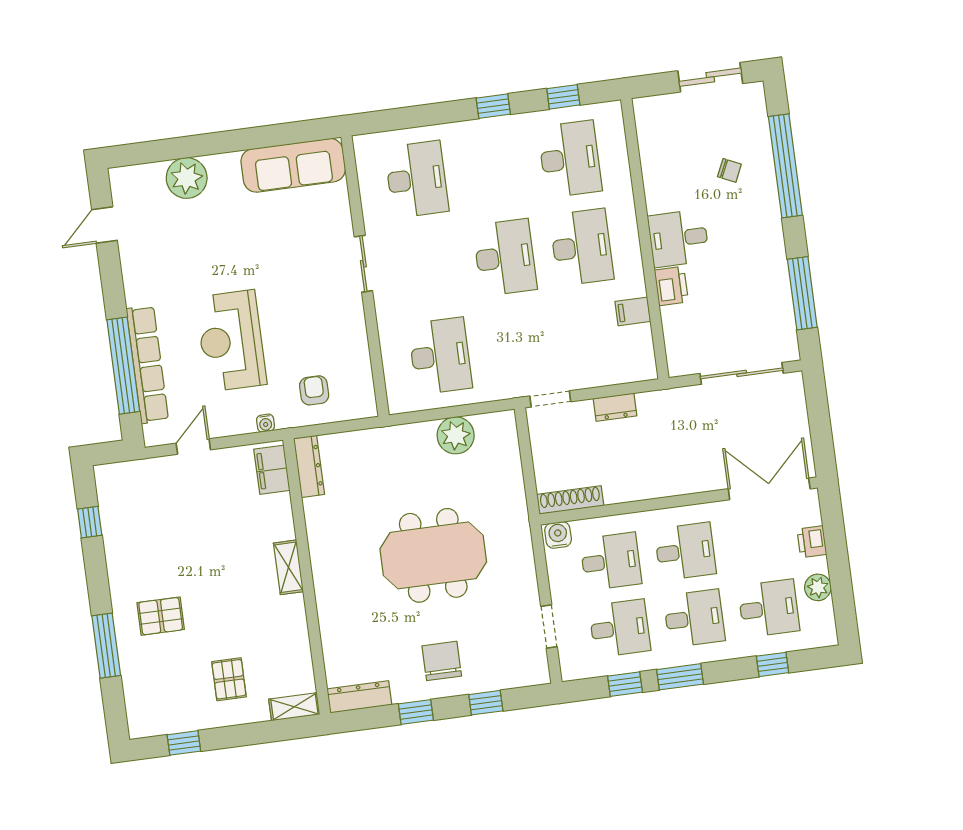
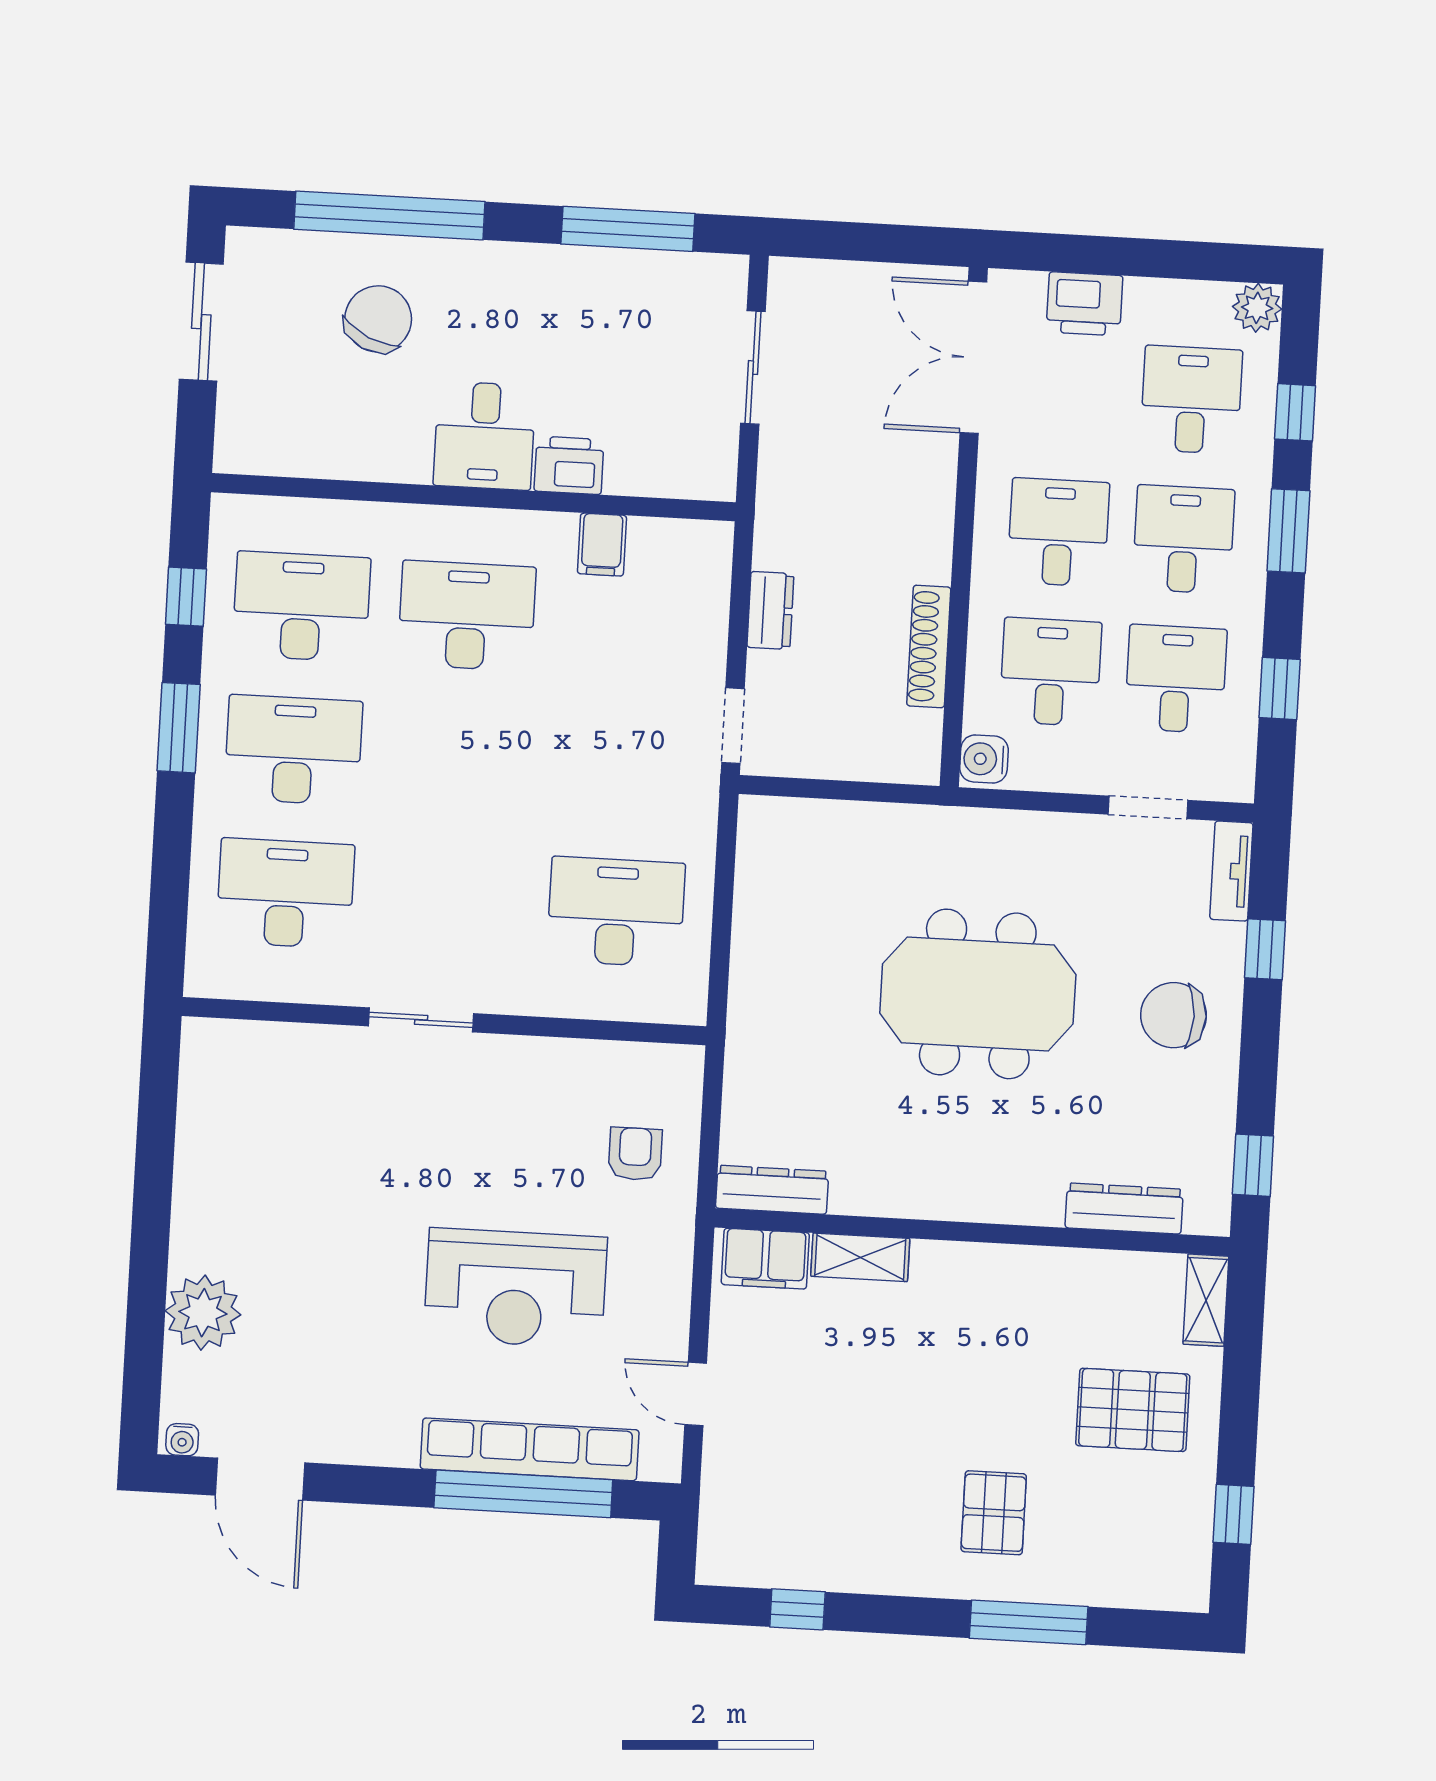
window: (493, 106) -> (179, 728), width x1.50
sofa: (293, 165) -> (217, 1114), removed
chair: (729, 170) -> (378, 319), width x1.87, depth x1.87
door: (104, 225) -> (260, 1479), width x1.38
desk: (505, 257) -> (293, 750), moved
sliding door: (742, 373) -> (753, 368), width x0.73
armchair: (314, 390) -> (635, 1154), turned 90
water cooler: (266, 423) -> (182, 1440), moved, turned 90
plant: (456, 435) -> (767, 911), removed
shoe rack: (570, 500) -> (929, 646), moved
printer: (812, 542) -> (1084, 304), width x1.36, depth x1.24
meeting table: (433, 555) -> (978, 994), turned 90
shelving: (288, 567) -> (860, 1257), moved
plant: (818, 587) -> (1257, 308), moved
tv unit: (524, 677) -> (1231, 871), added
window: (680, 677) -> (1288, 531), moved
pallet: (229, 679) -> (1133, 1410), width x1.50, depth x1.42
dresser: (359, 697) -> (1124, 1208), moved, turned 90
window: (416, 712) -> (1253, 1165), moved

